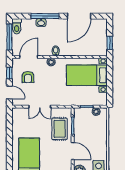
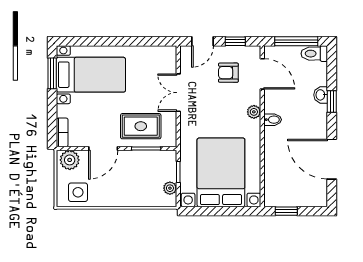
window: (45, 16) -> (332, 102), width x0.46
bed with nightstands: (87, 75) -> (221, 172), width x1.36

